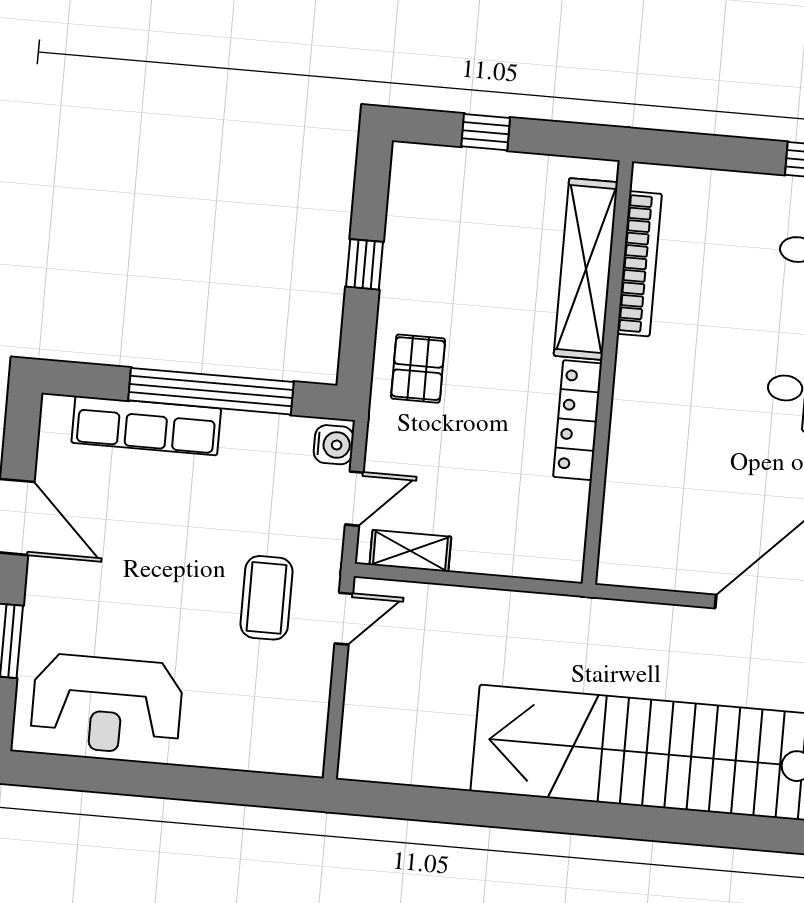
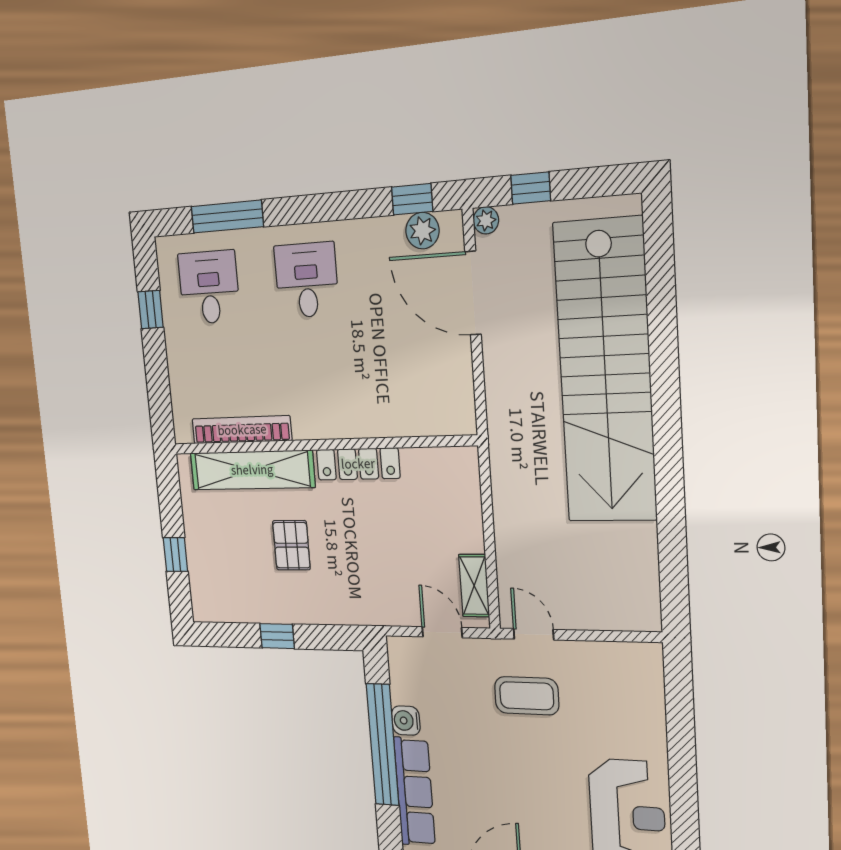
pallet: (418, 369) -> (291, 545), moved, turned 90
water cooler: (334, 445) -> (406, 721), moved, turned -90

